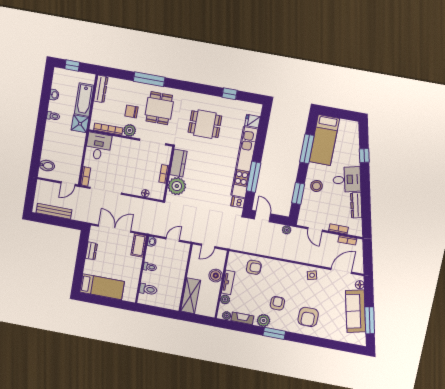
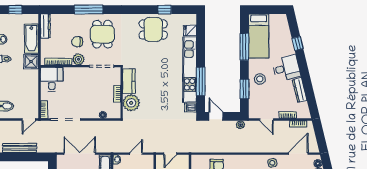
dining table: (205, 124) -> (153, 29), moved

